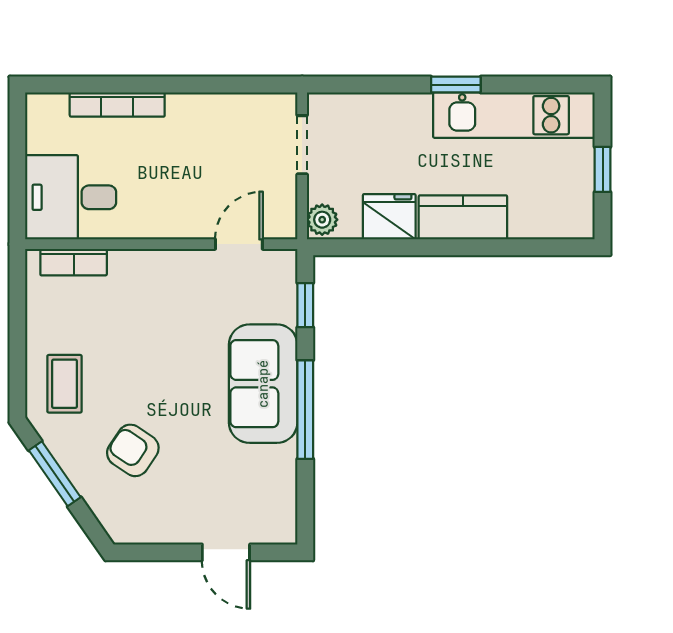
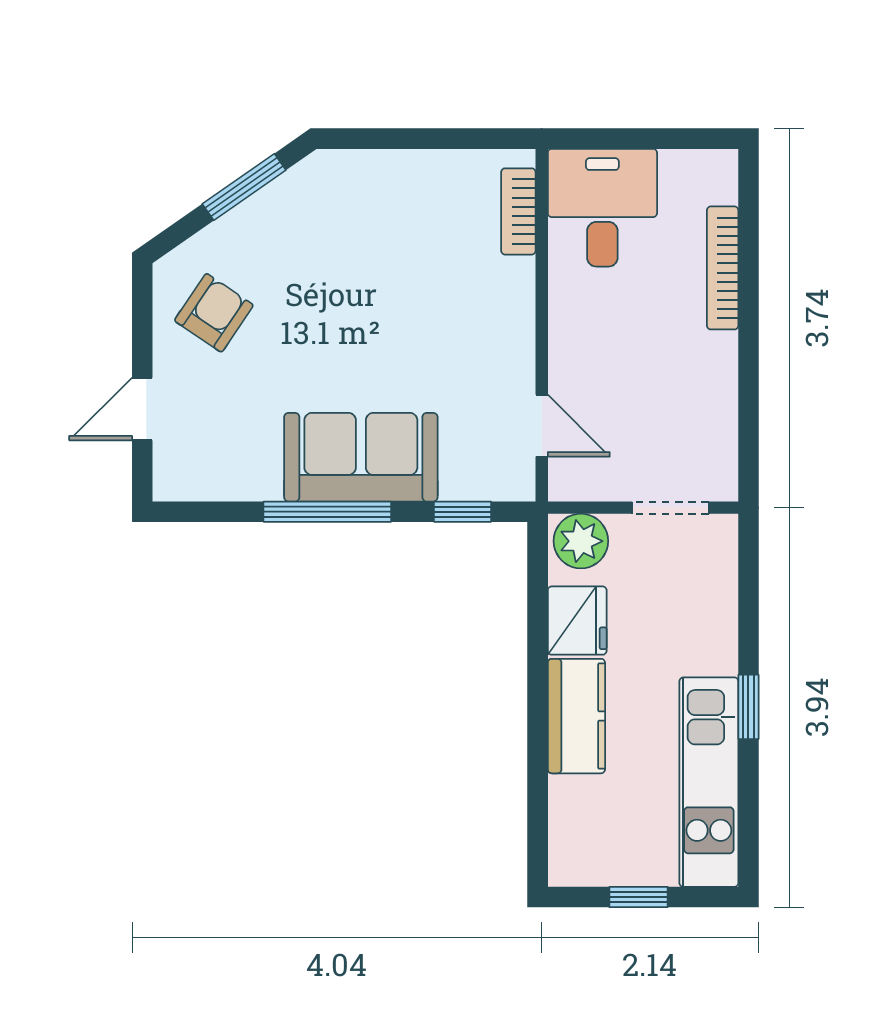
plant: (322, 220) -> (581, 541), width x1.38, depth x1.38
coffee table: (64, 384) -> (361, 200), removed
armchair: (133, 450) -> (214, 313), moved

